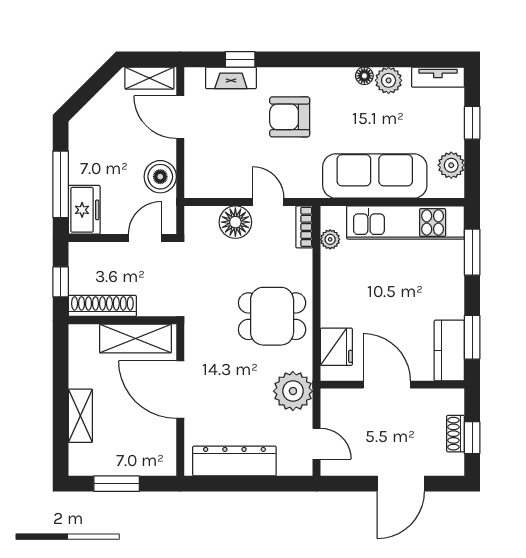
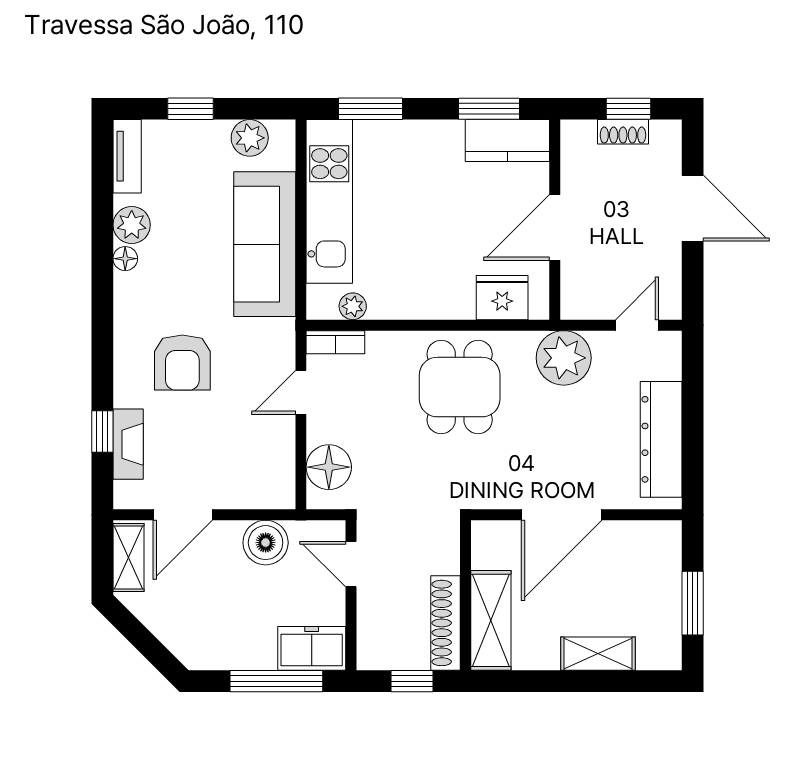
floor lamp: (235, 222) -> (329, 467), moved
shelving: (135, 339) -> (491, 620), moved

